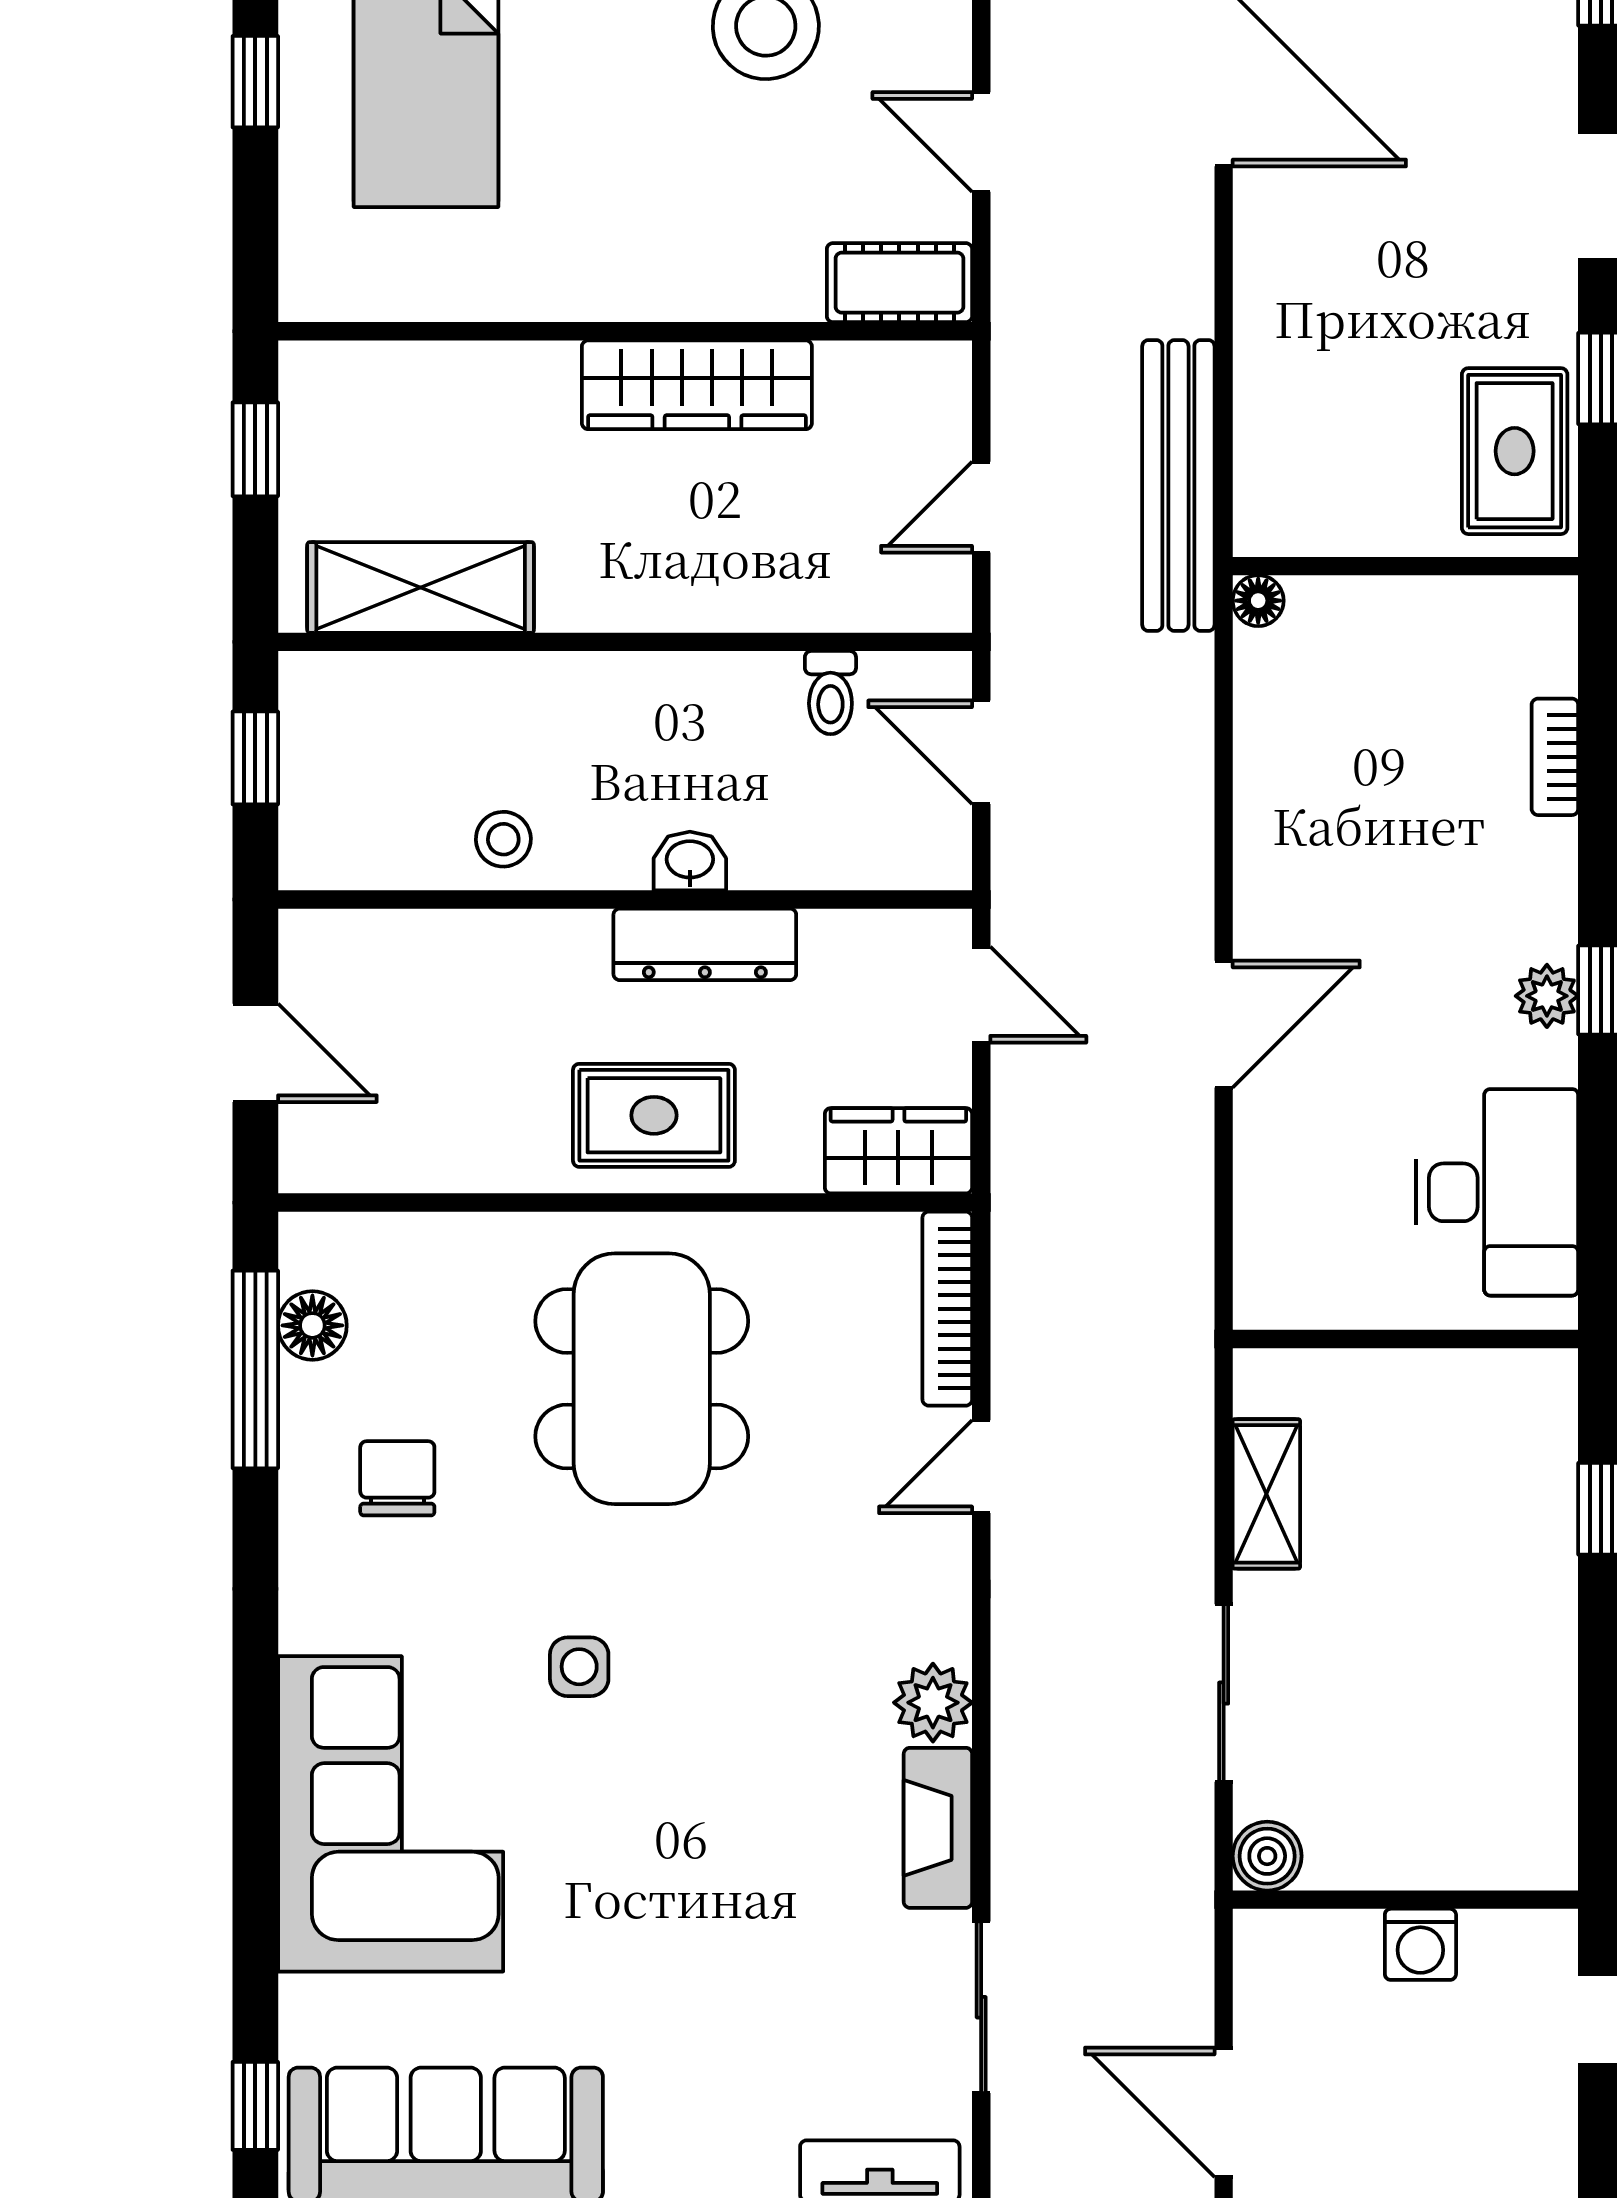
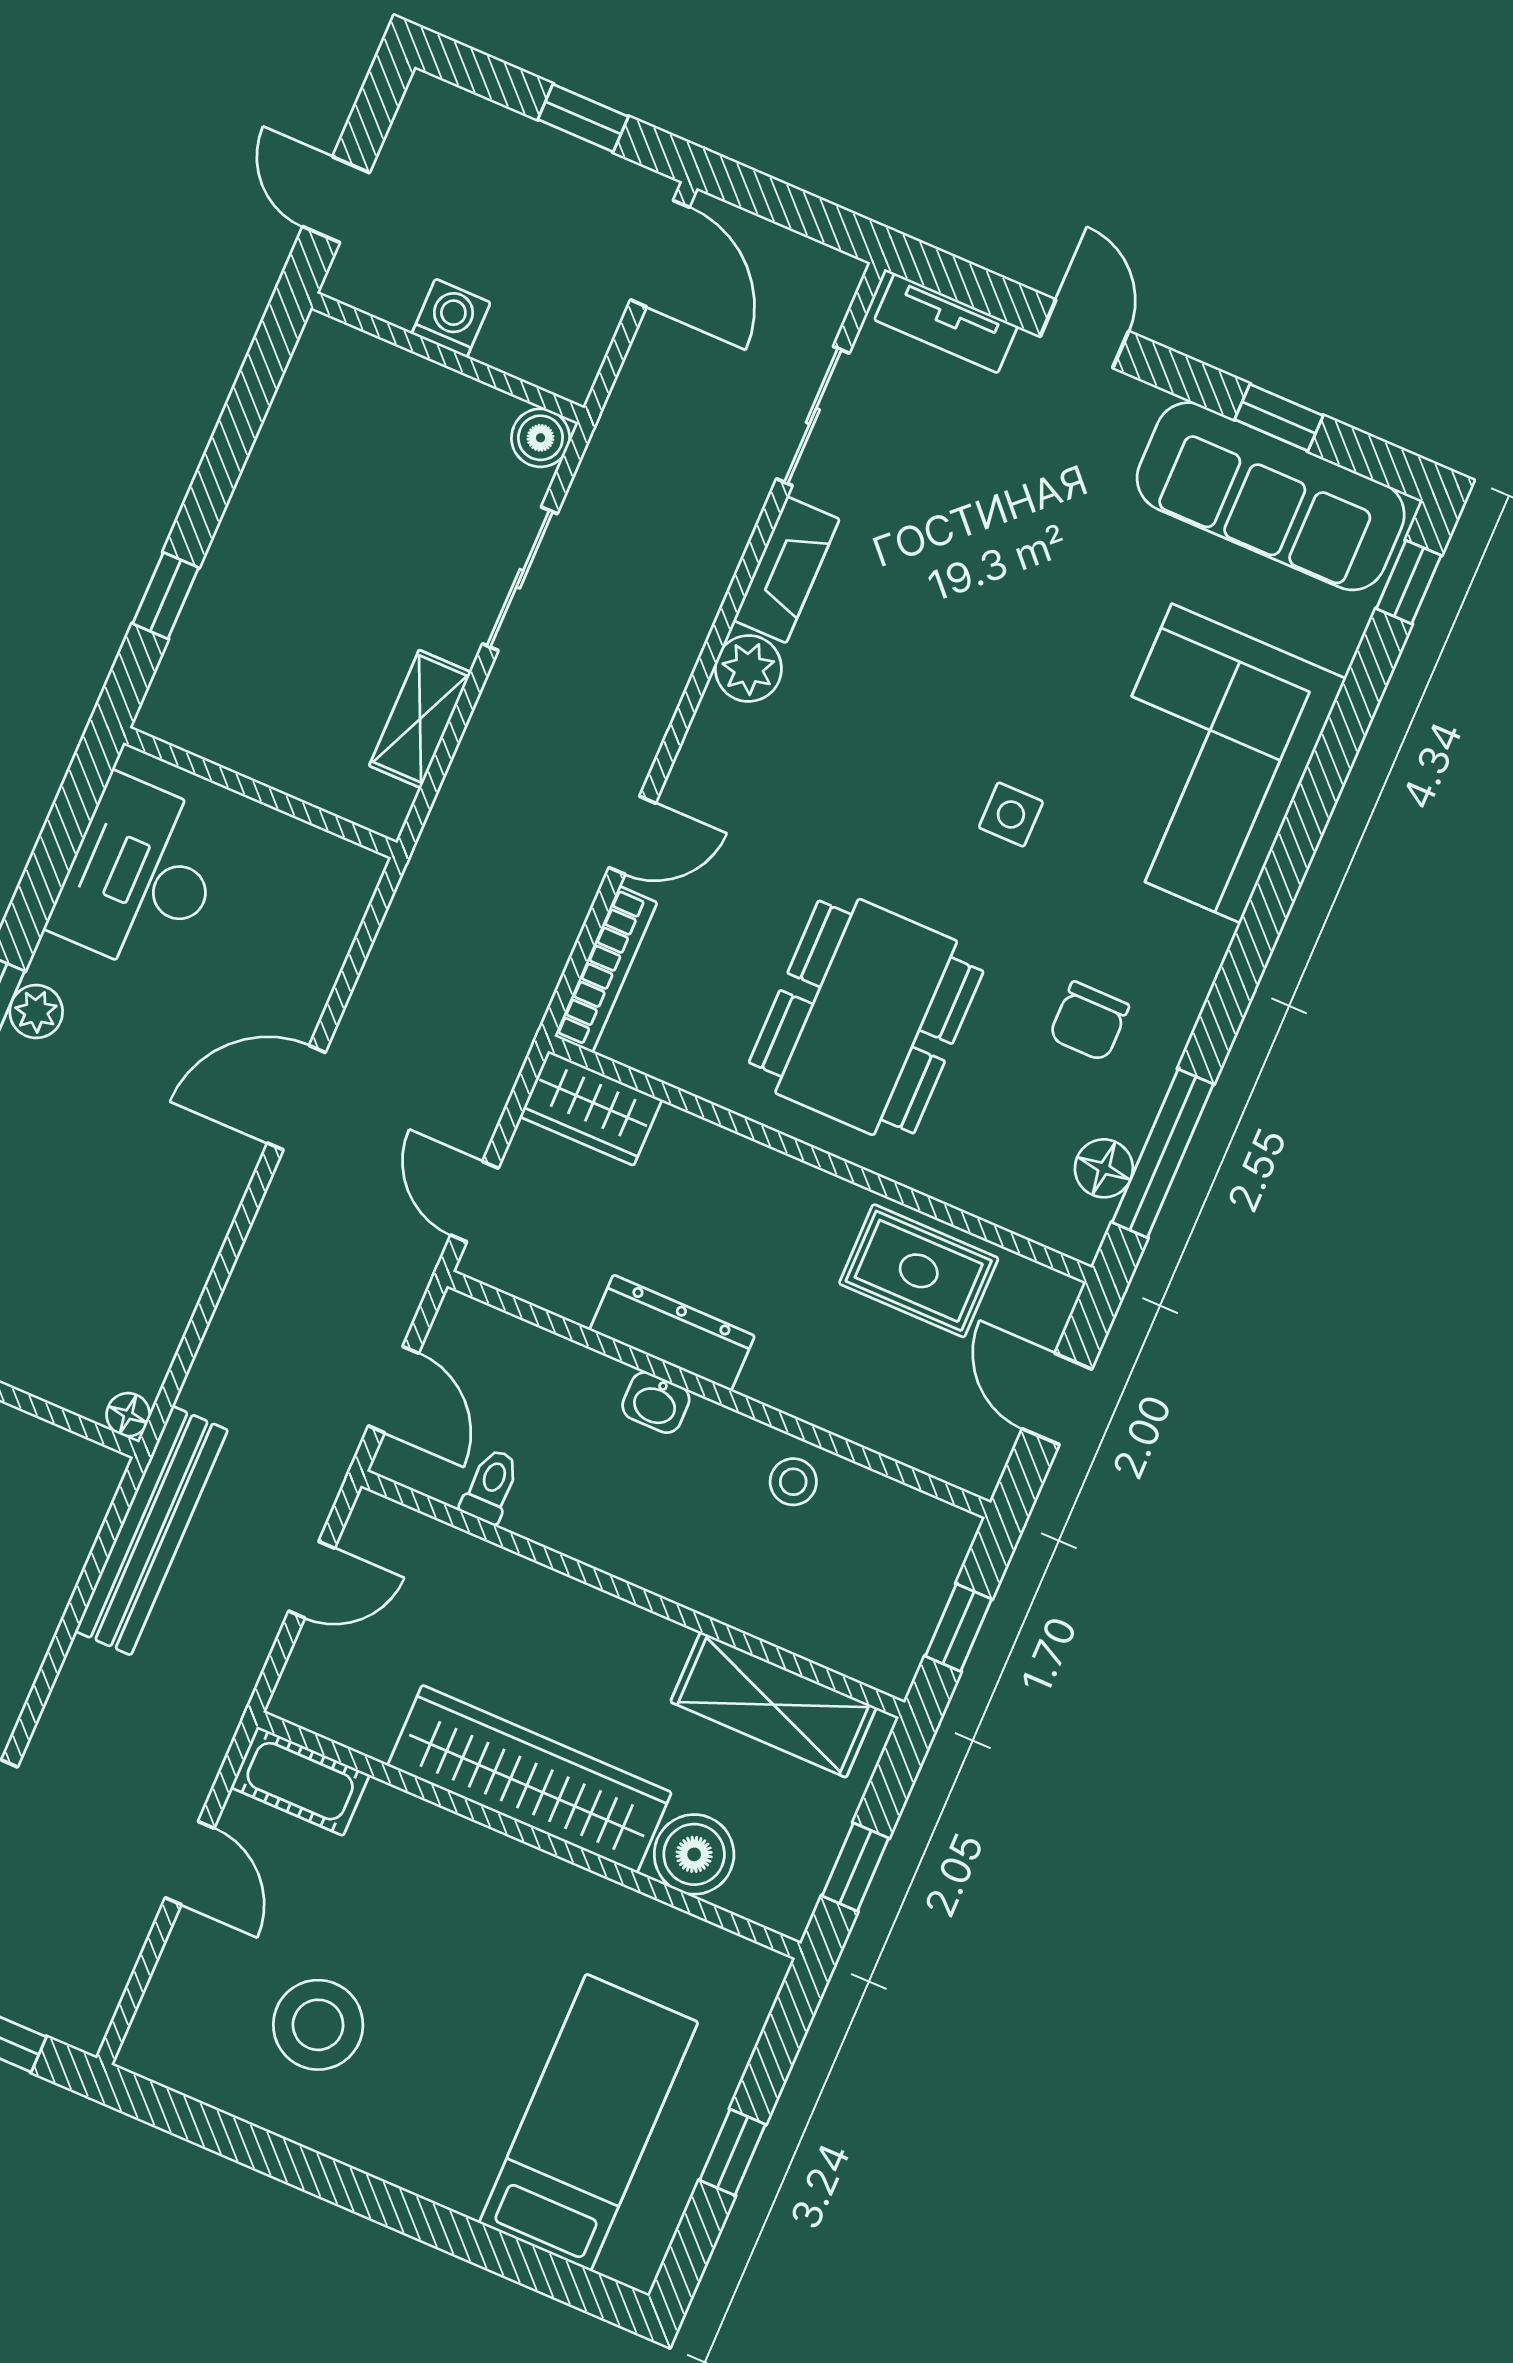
wardrobe: (697, 385) -> (530, 1779), width x1.40, depth x1.17
boiler: (437, 388) -> (694, 1854), added
rug: (654, 1115) -> (919, 1271), moved

